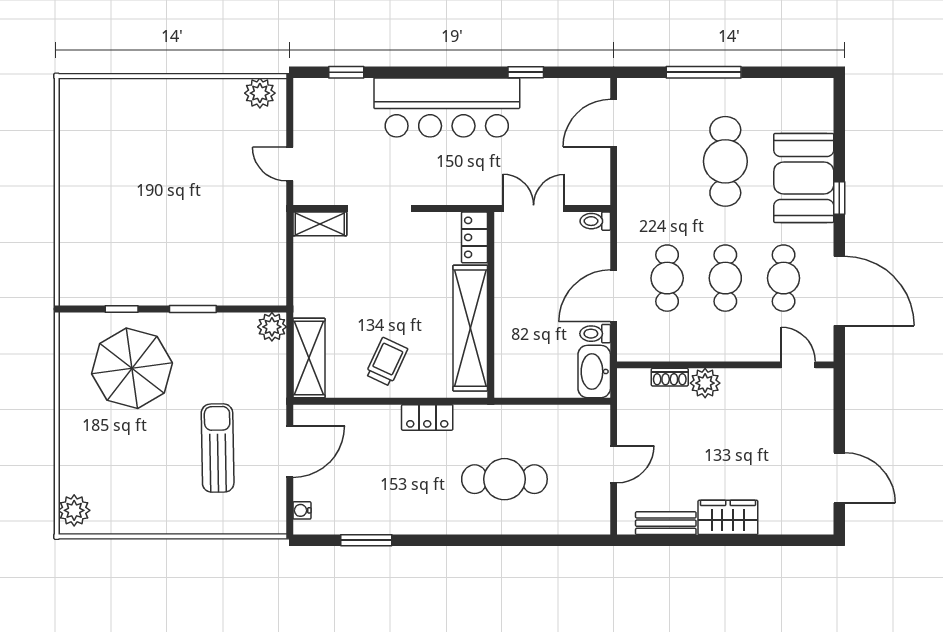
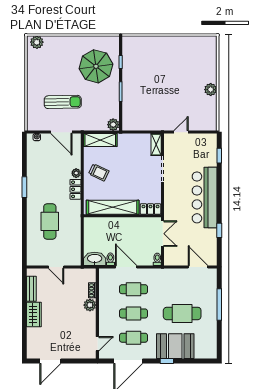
plant: (260, 93) -> (211, 90), moved
plant: (388, 416) -> (76, 173), added
window: (366, 540) -> (24, 187), moved

